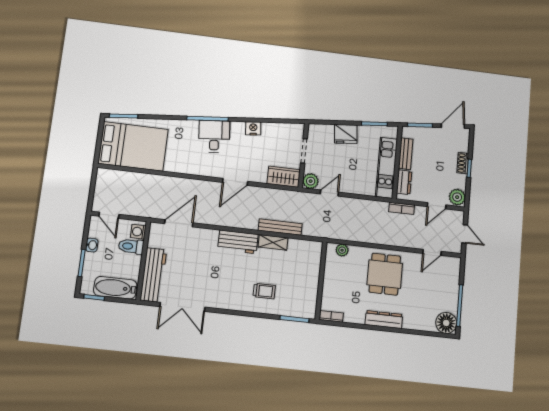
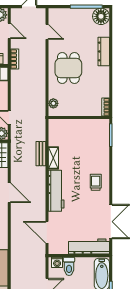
bench: (280, 227) -> (41, 154), width x0.73
workbench: (238, 242) -> (56, 191), width x1.38
dining table: (385, 274) -> (68, 68), turned 90
trolley: (264, 291) -> (96, 182), moved
dresser: (384, 320) -> (104, 51), moved

